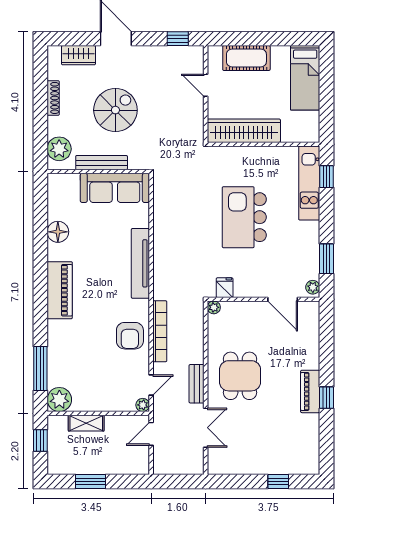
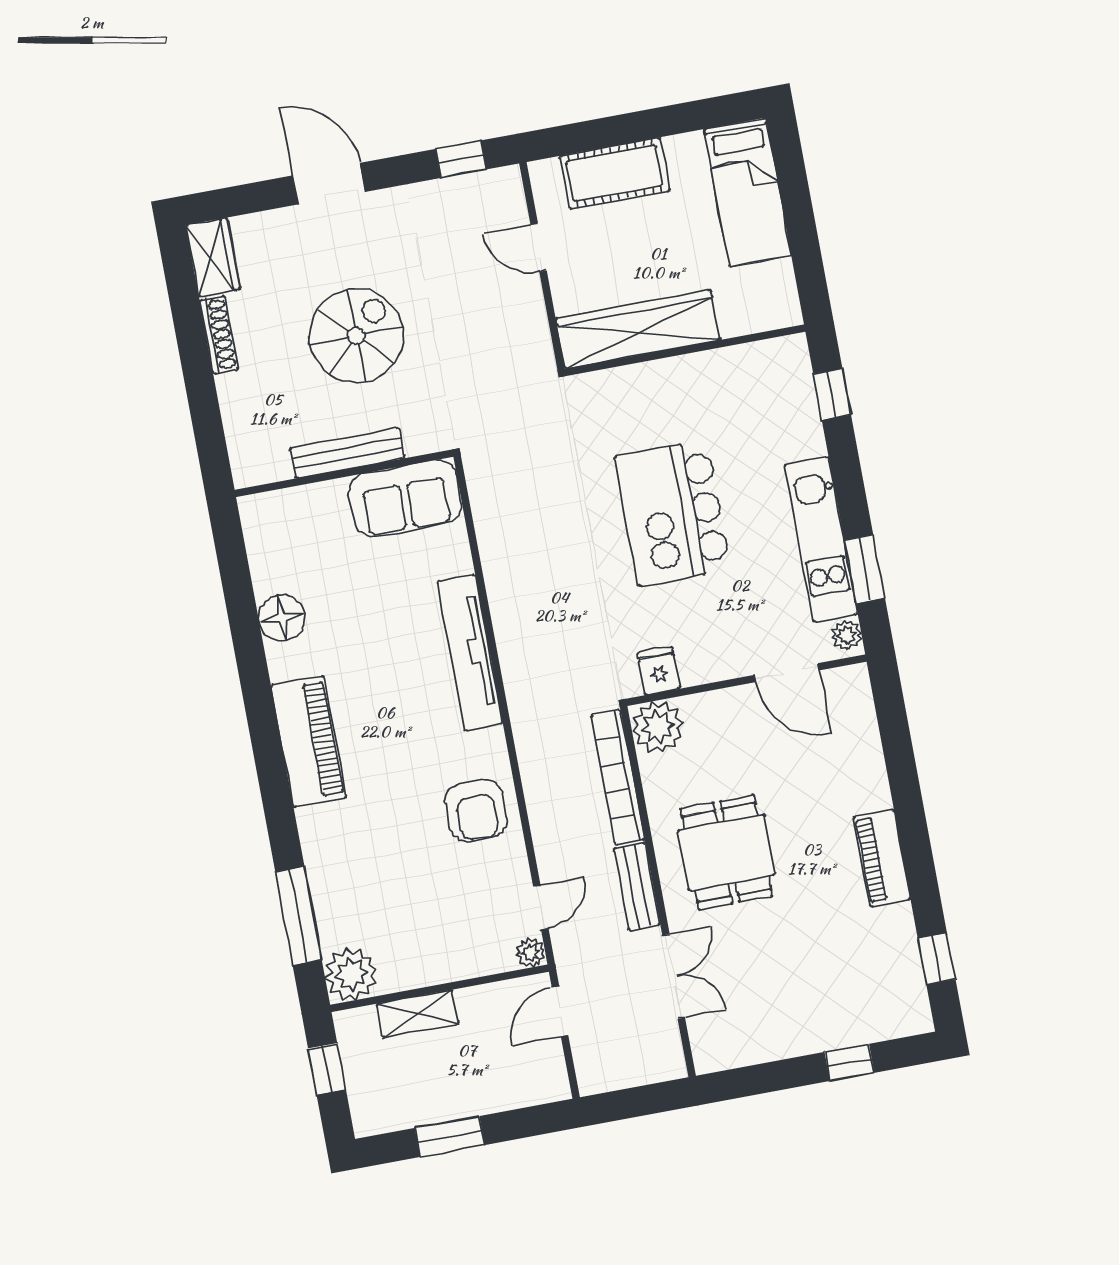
wardrobe: (78, 55) -> (213, 257), moved, turned -90
plant: (59, 149) -> (252, 441), removed
kitchen unit: (309, 183) -> (821, 540), moved
sofa: (115, 188) -> (405, 498), width x0.73
plant: (214, 307) -> (658, 727), width x1.87, depth x1.87
bookcase: (160, 331) -> (618, 777), moved, turned 180
window: (327, 398) -> (937, 959), moved

